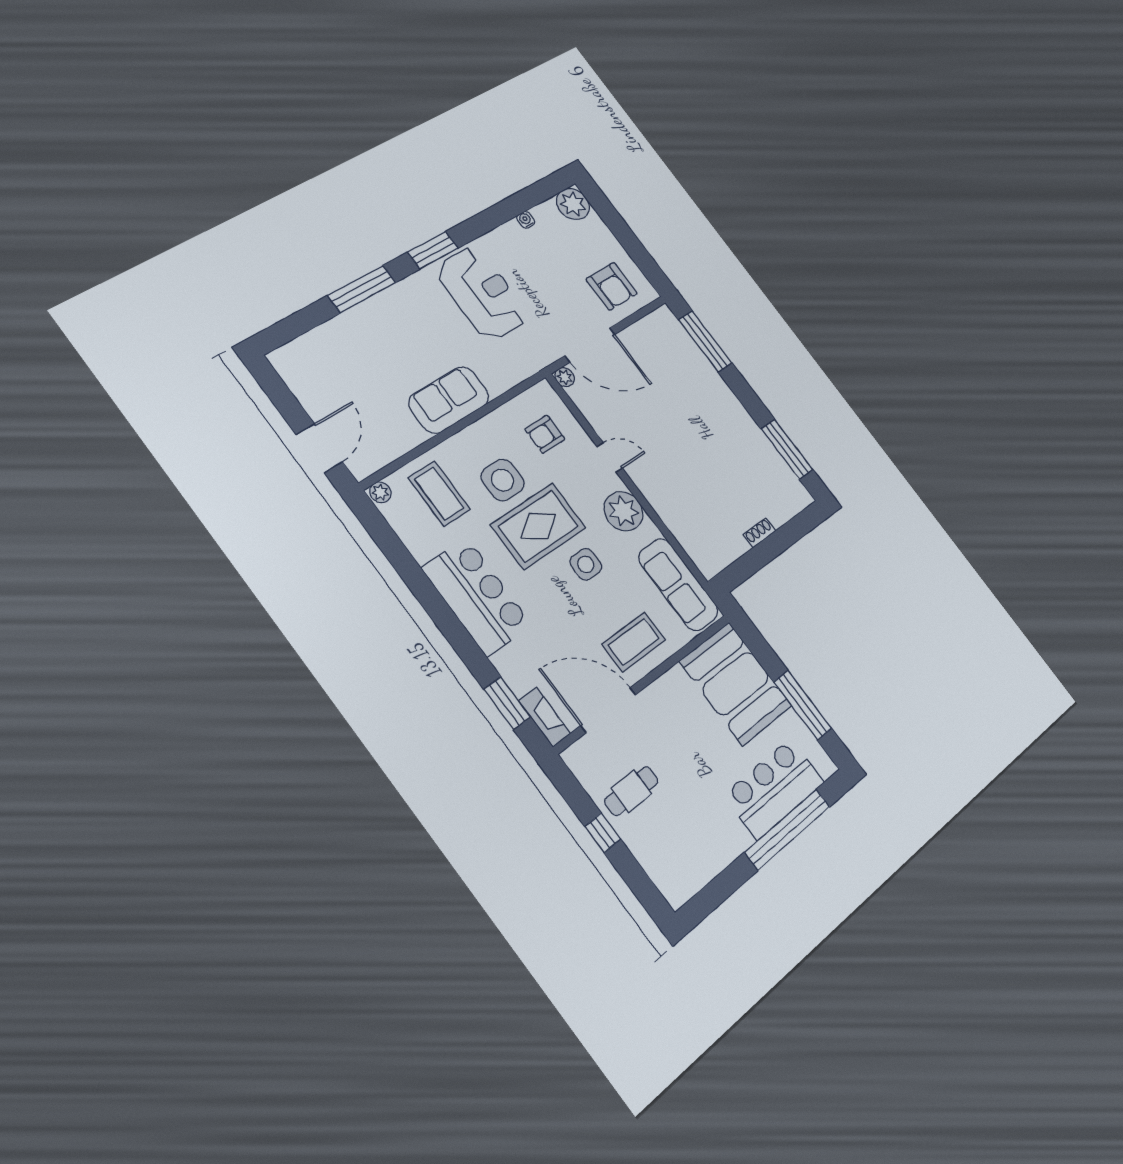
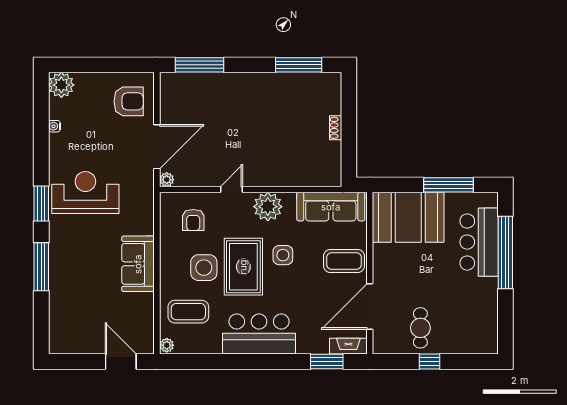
coffee table: (634, 642) -> (344, 261), turned 90

